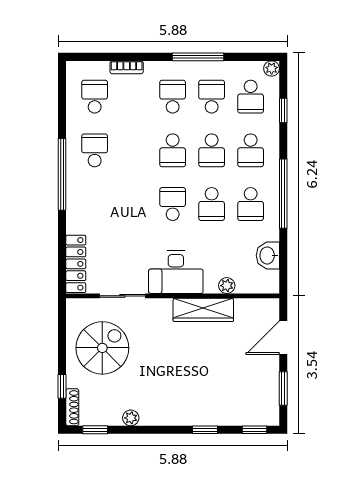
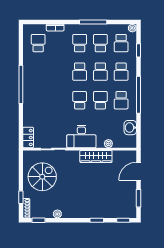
school desk: (95, 150) -> (38, 72), removed
school desk: (212, 204) -> (100, 100), turned 180
locker: (76, 264) -> (28, 137), width x0.66

